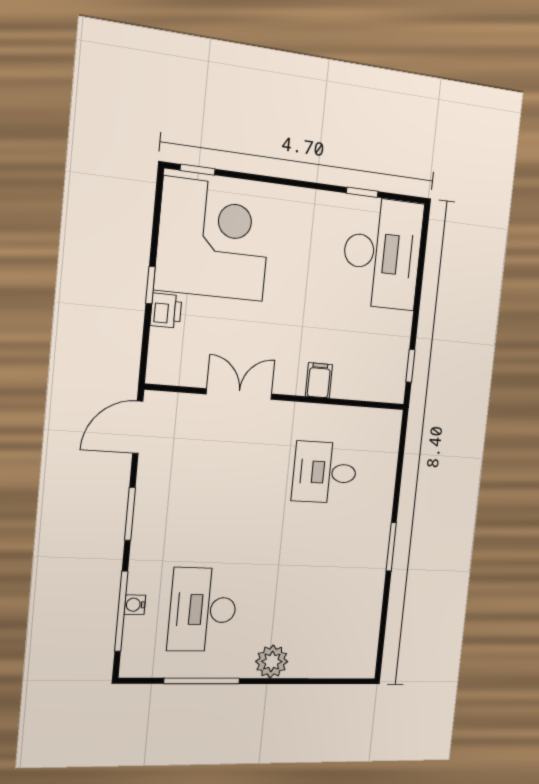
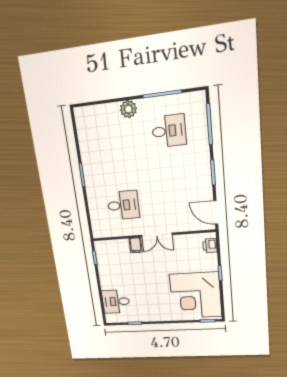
desk: (382, 253) -> (116, 302), width x0.53, depth x0.77
printer: (166, 311) -> (210, 246), moved
double door: (239, 394) -> (157, 235), moved
door: (138, 427) -> (216, 213), swing flipped
water cooler: (135, 605) -> (203, 129), removed
desk: (203, 610) -> (169, 131), width x0.73

